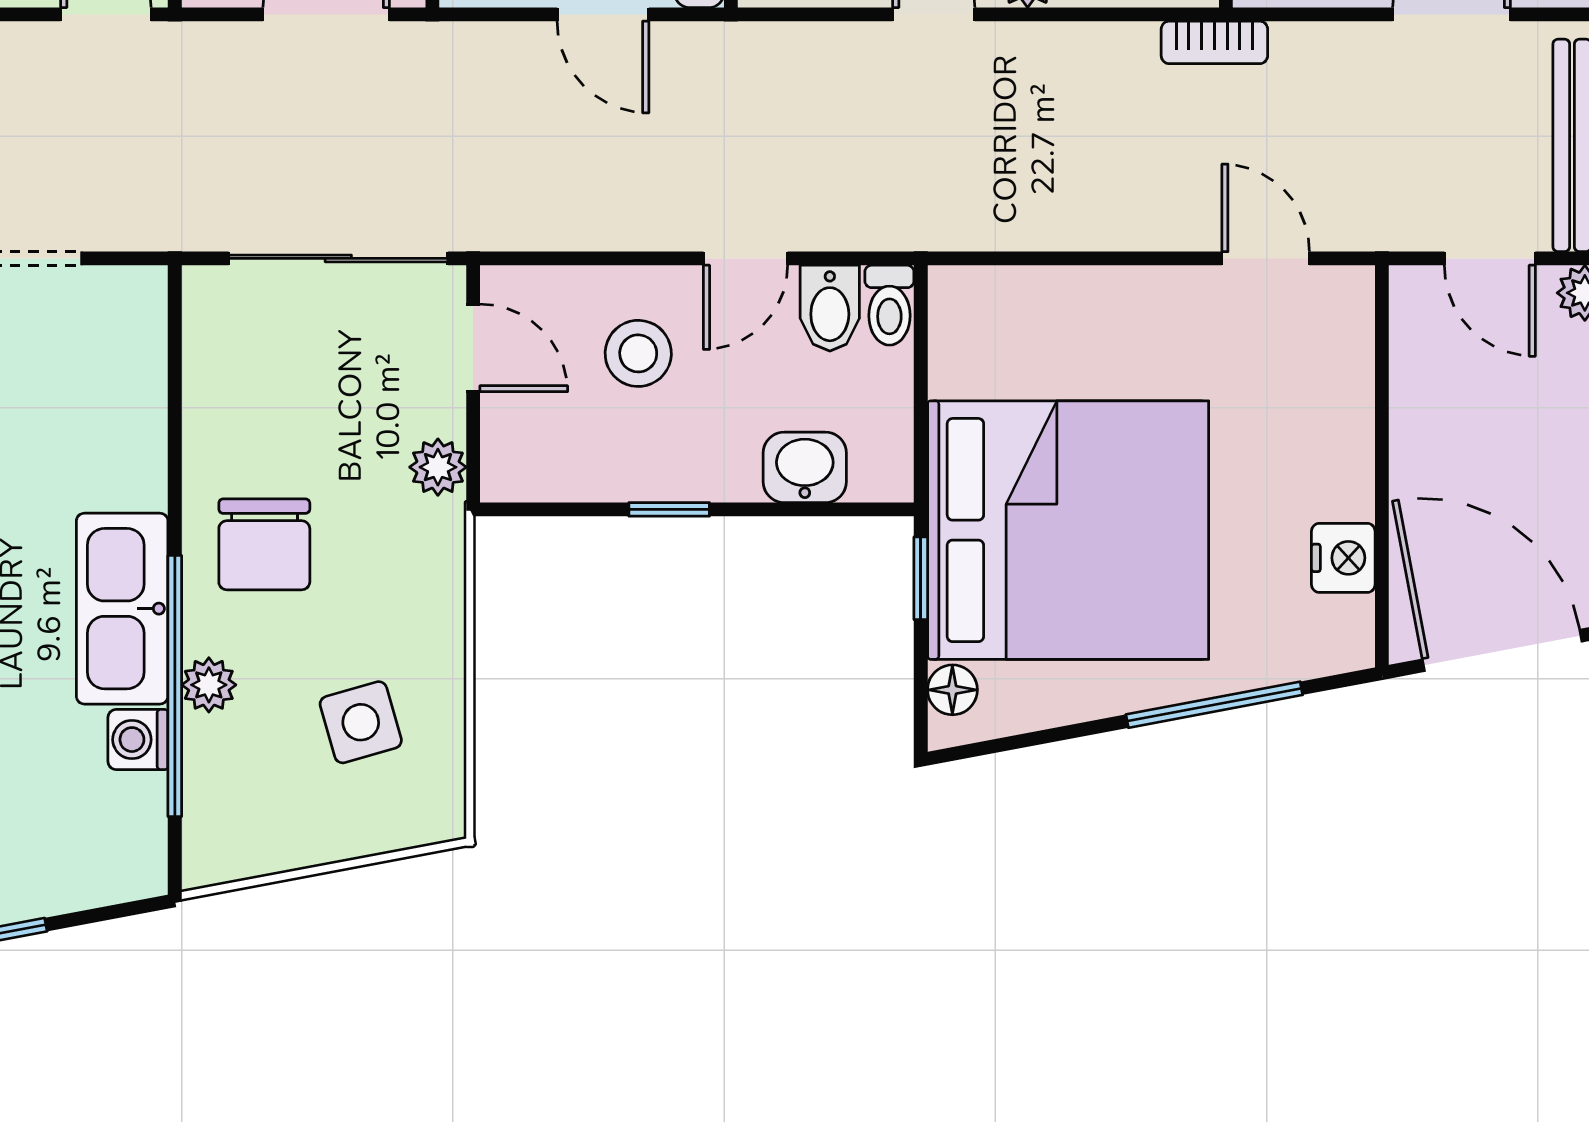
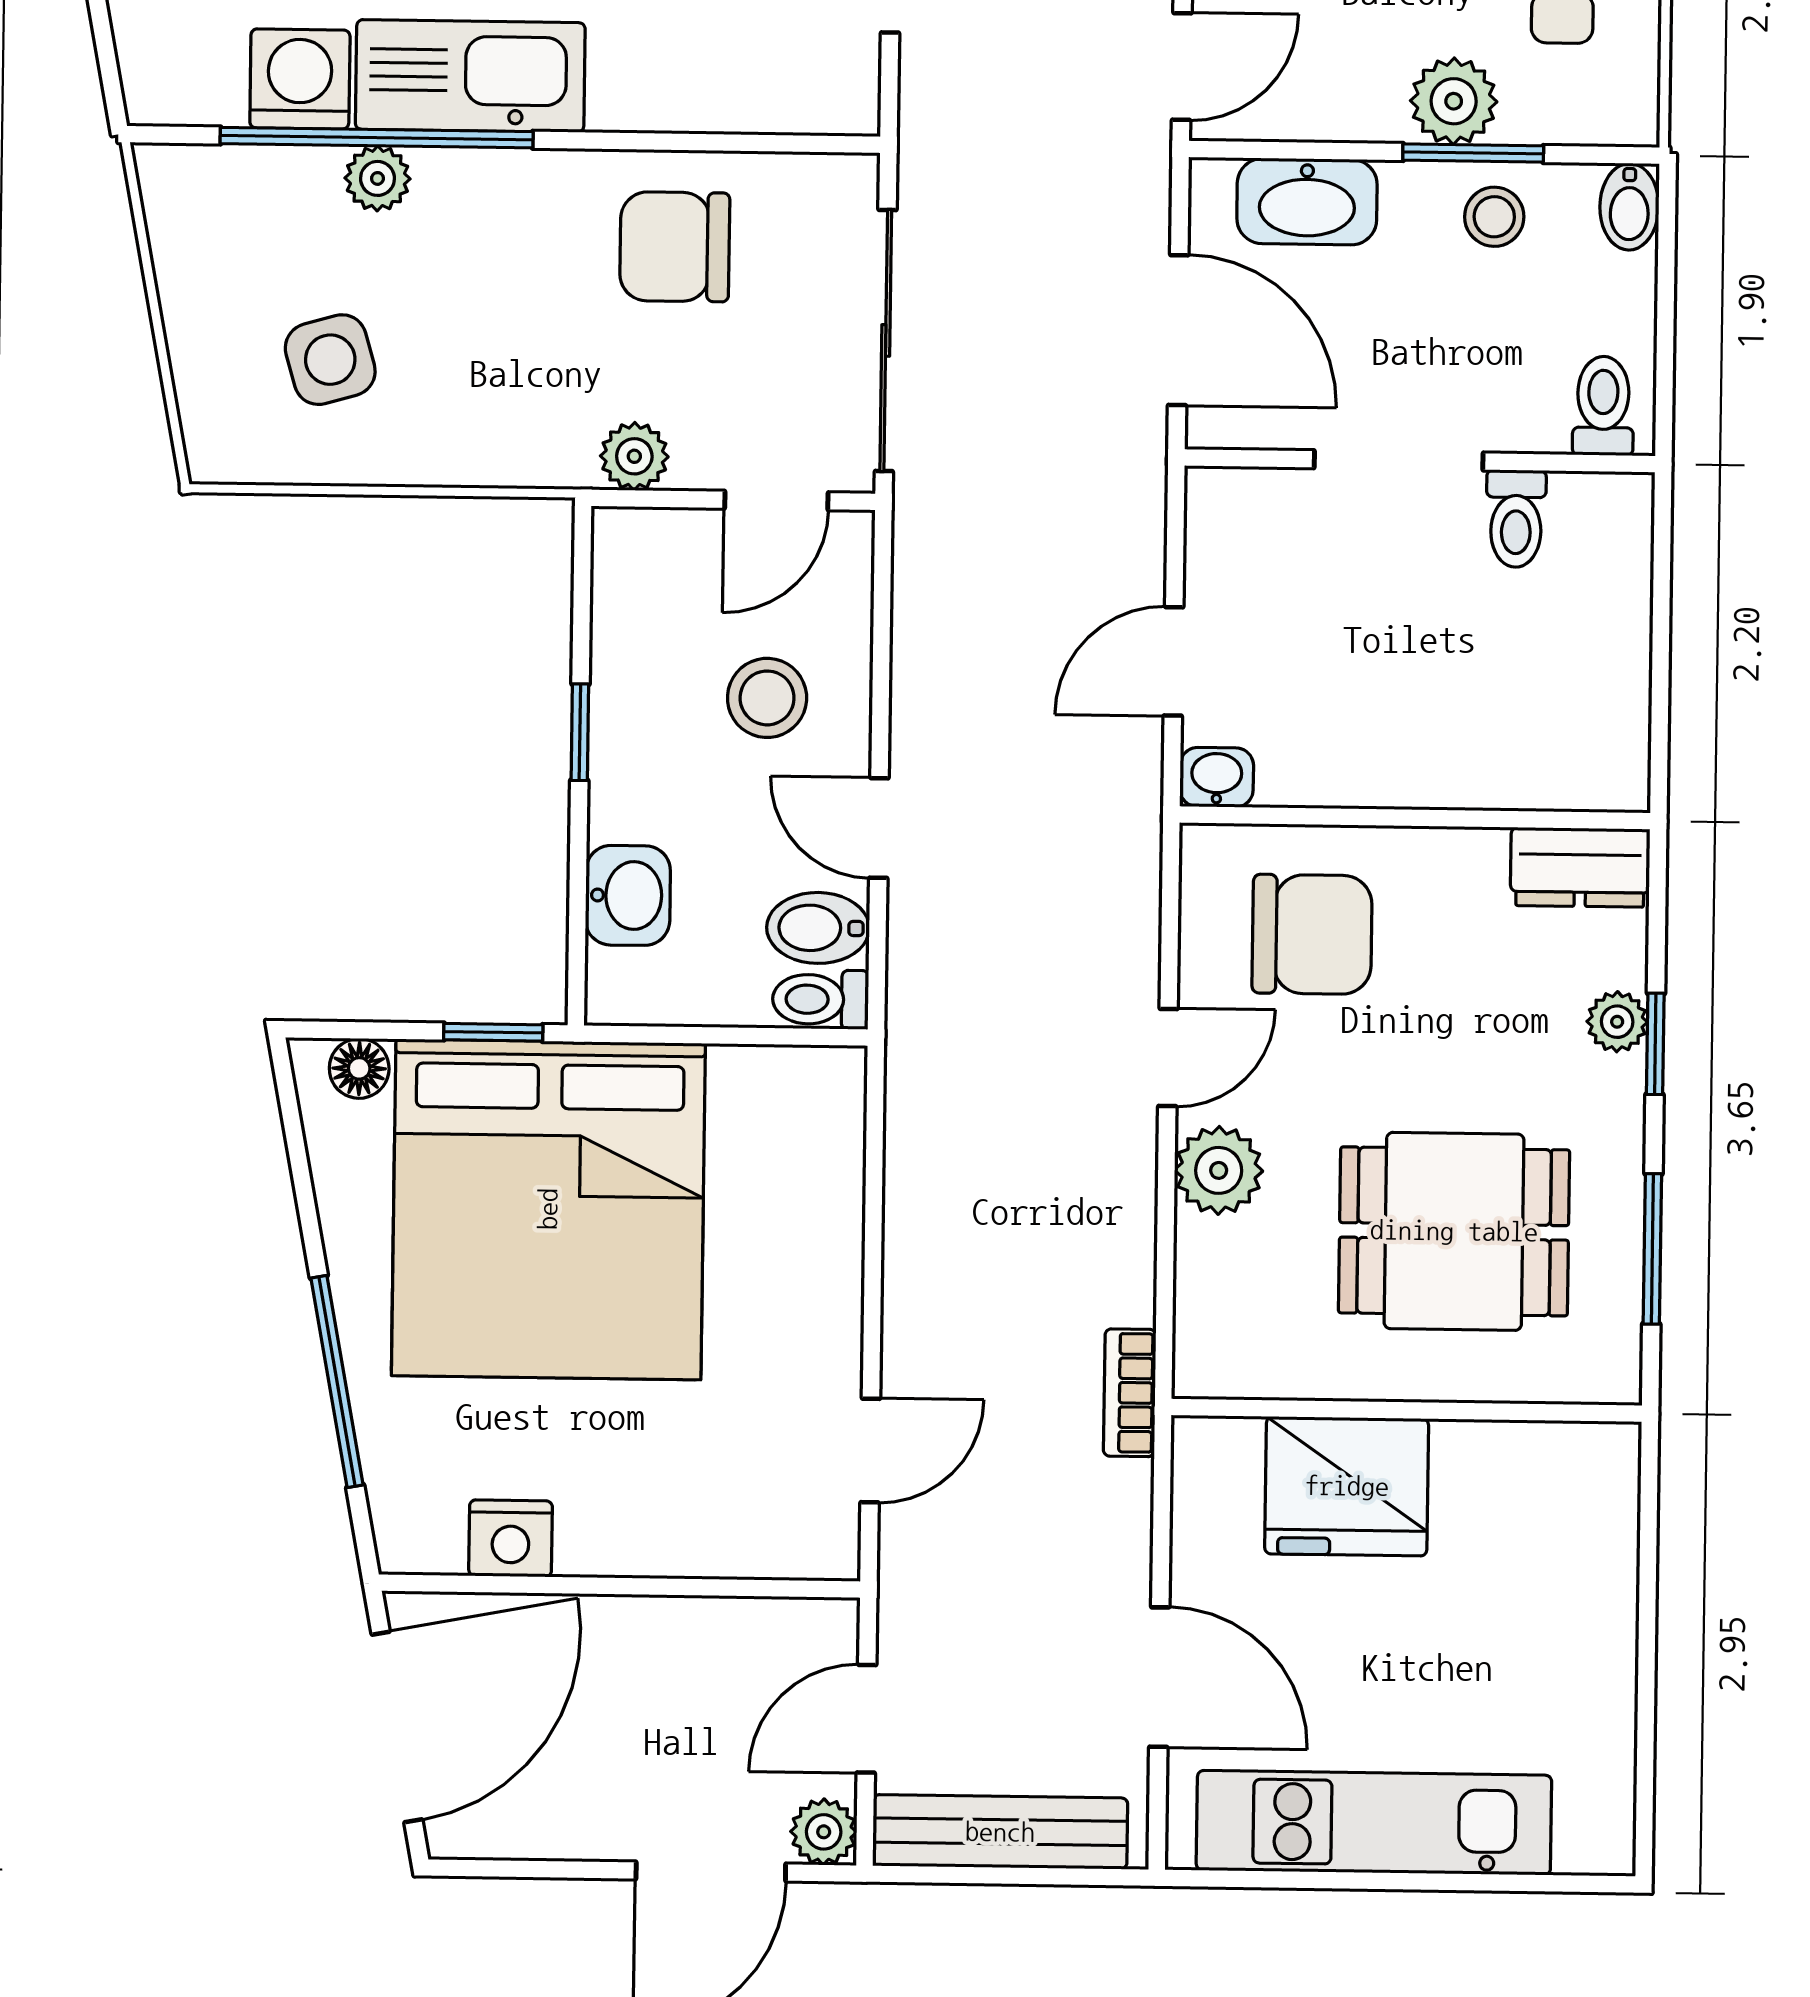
chair: (264, 544) -> (675, 247), moved
washing machine: (138, 740) -> (300, 79), width x1.38, depth x1.38

